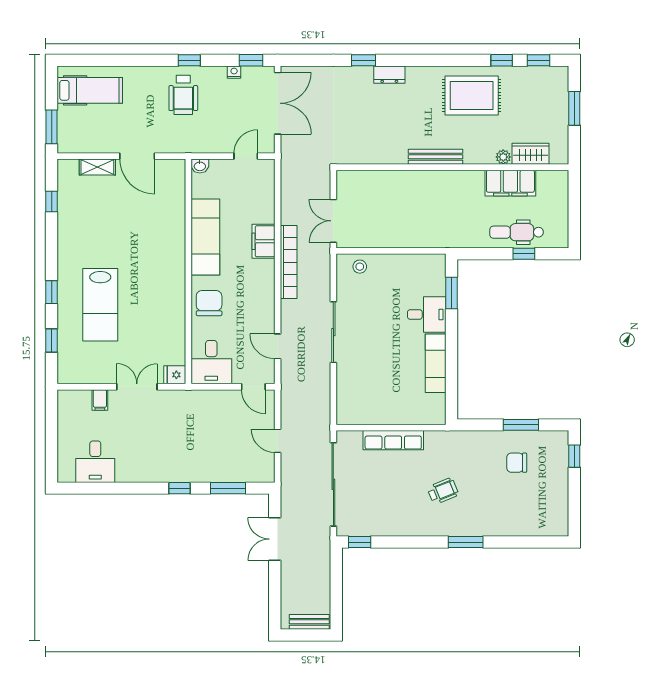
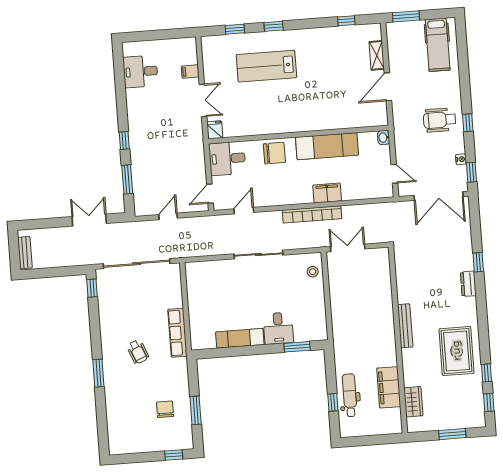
plant: (503, 157) -> (409, 380), removed
row of seats: (393, 440) -> (177, 333), moved

